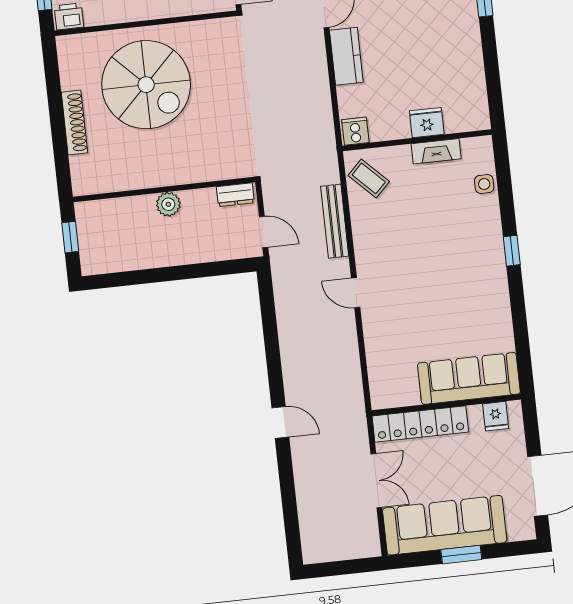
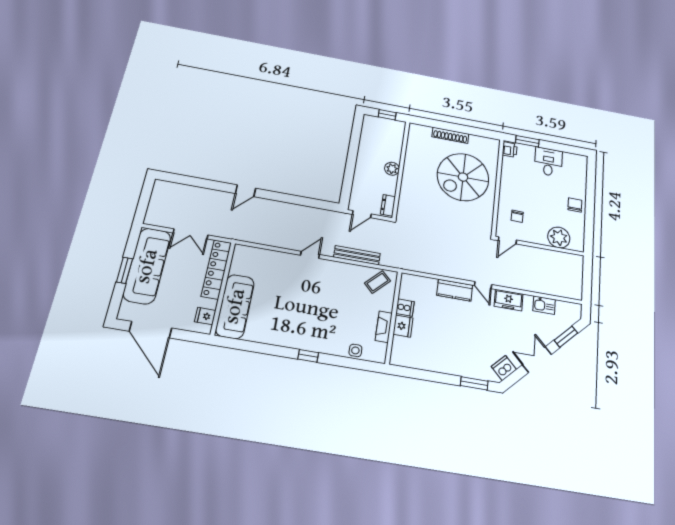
cooker: (355, 131) -> (405, 308), moved

